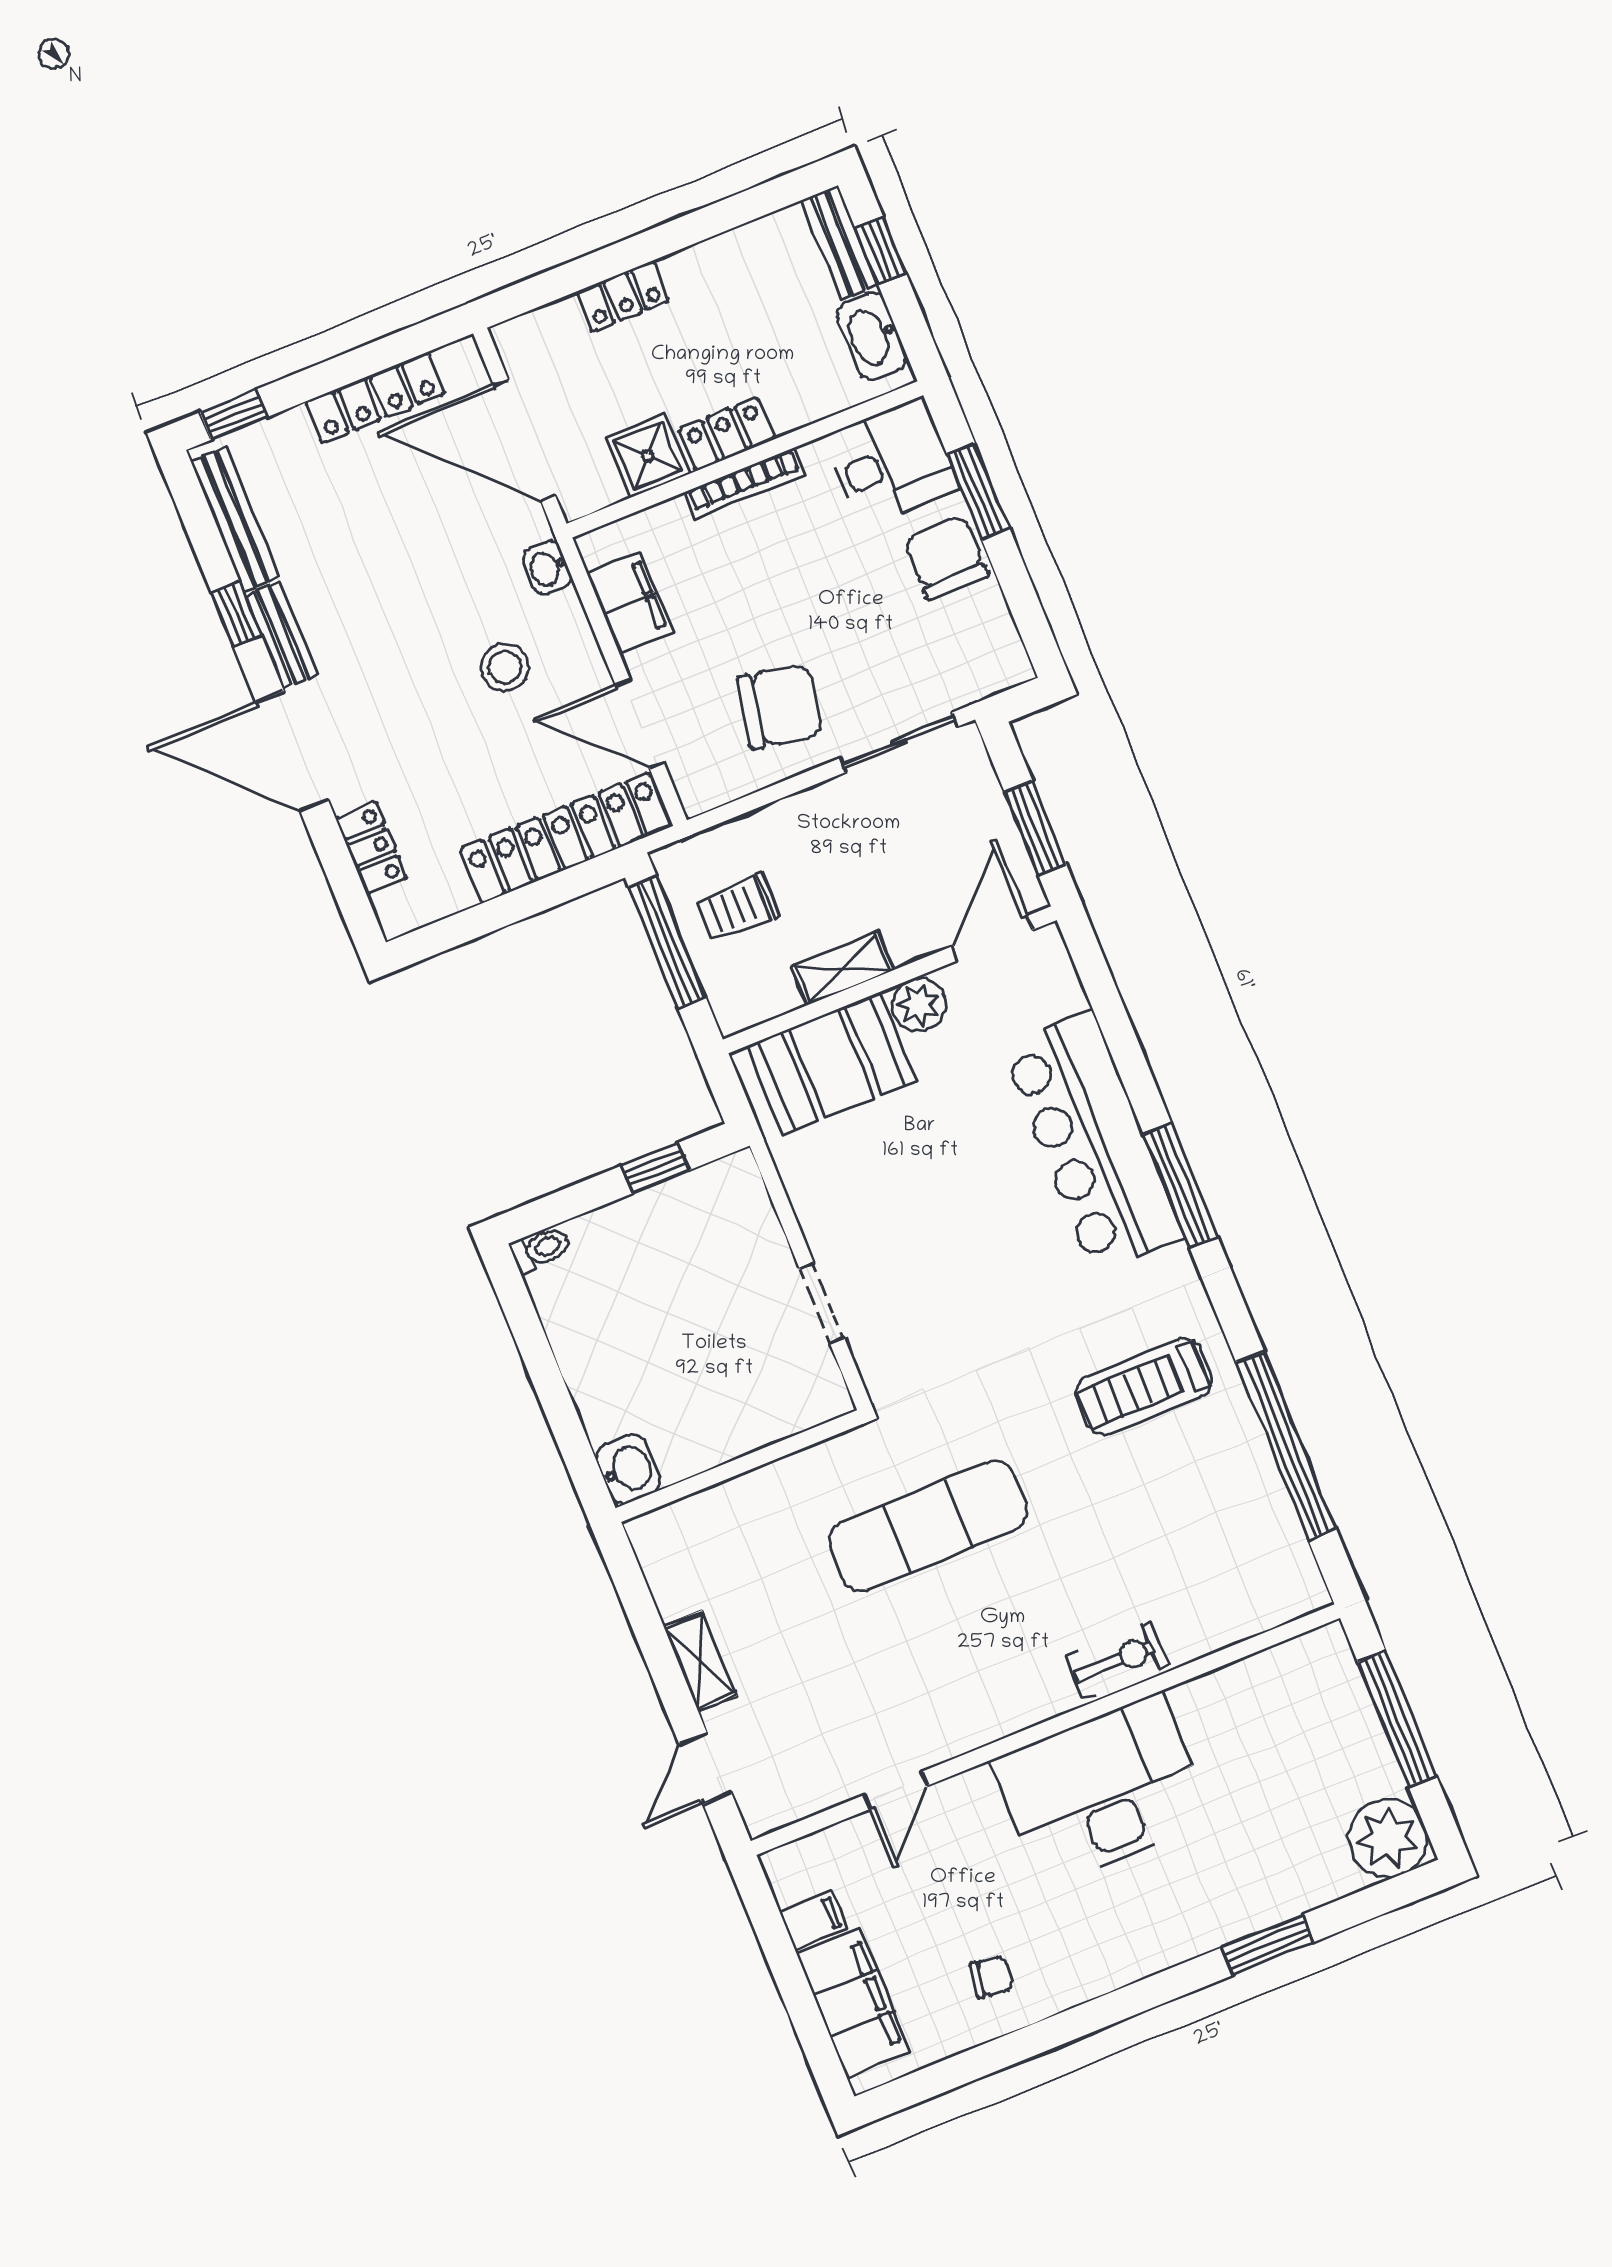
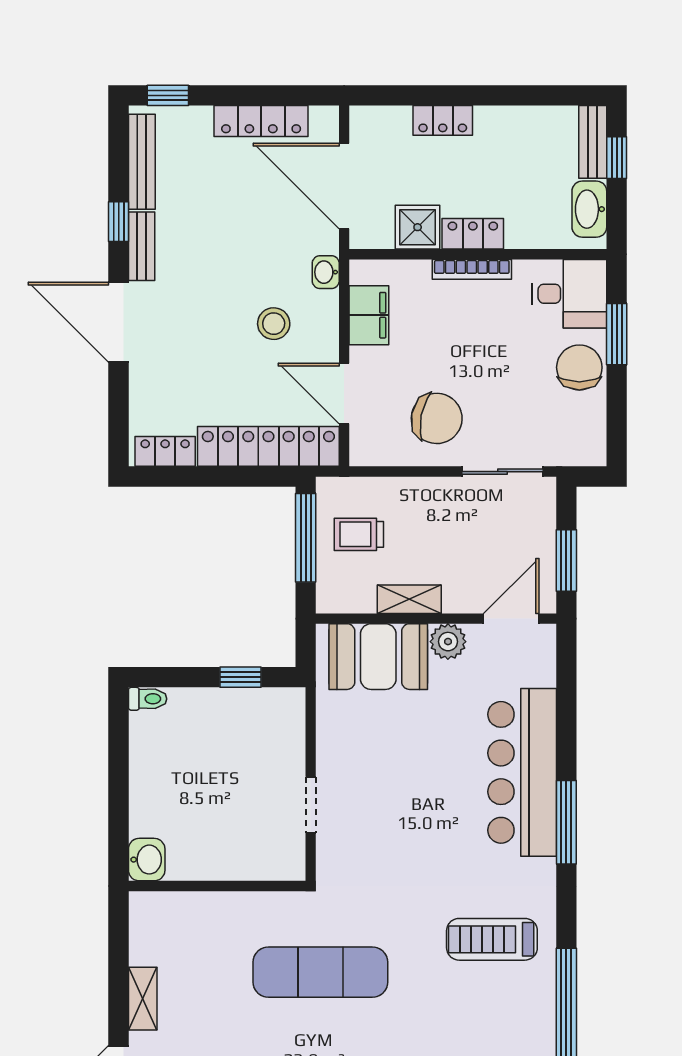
locker: (371, 848) -> (165, 451), moved, turned -90

